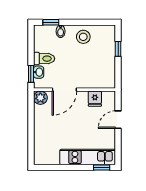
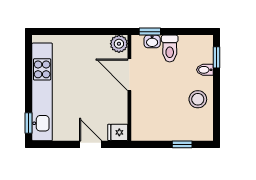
fridge: (95, 99) -> (118, 132), moved
kitchen unit: (88, 157) -> (42, 92), width x1.36

